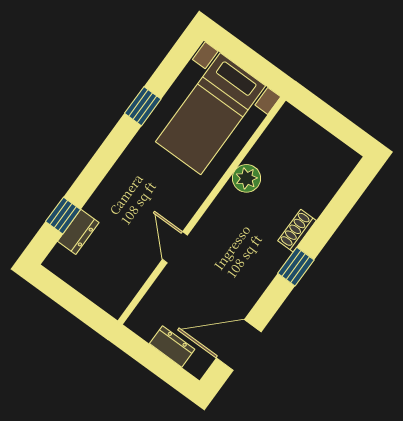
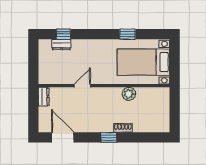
dresser: (172, 346) -> (44, 97), moved

